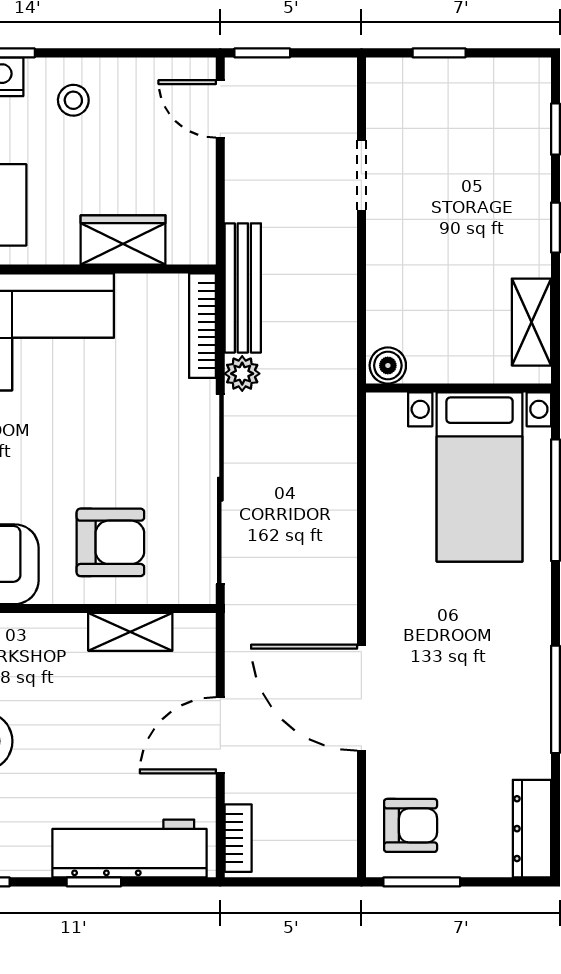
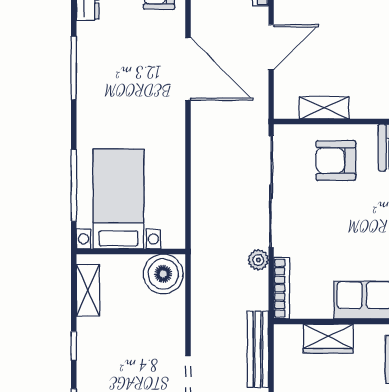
bench: (243, 288) -> (258, 349), moved
boiler: (388, 365) -> (163, 274), width x1.86, depth x1.86

